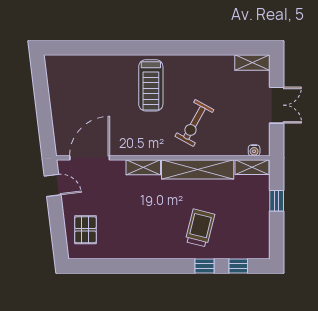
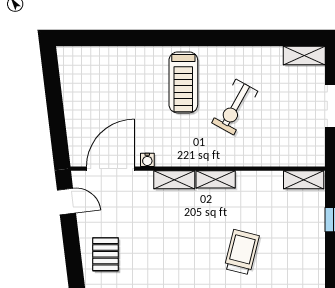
exercise bike: (194, 123) -> (235, 107), moved
water cooler: (254, 150) -> (147, 160), moved
shelving: (198, 169) -> (216, 179), width x0.45, depth x0.75

